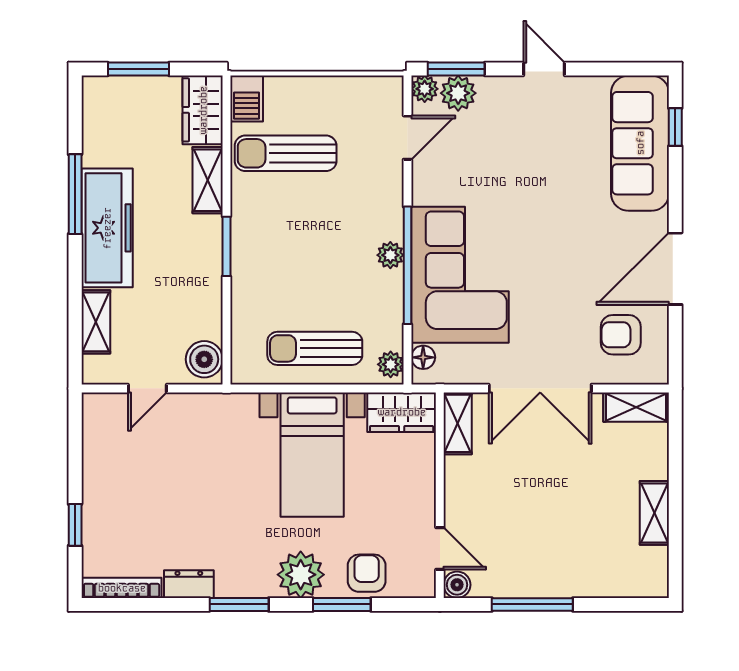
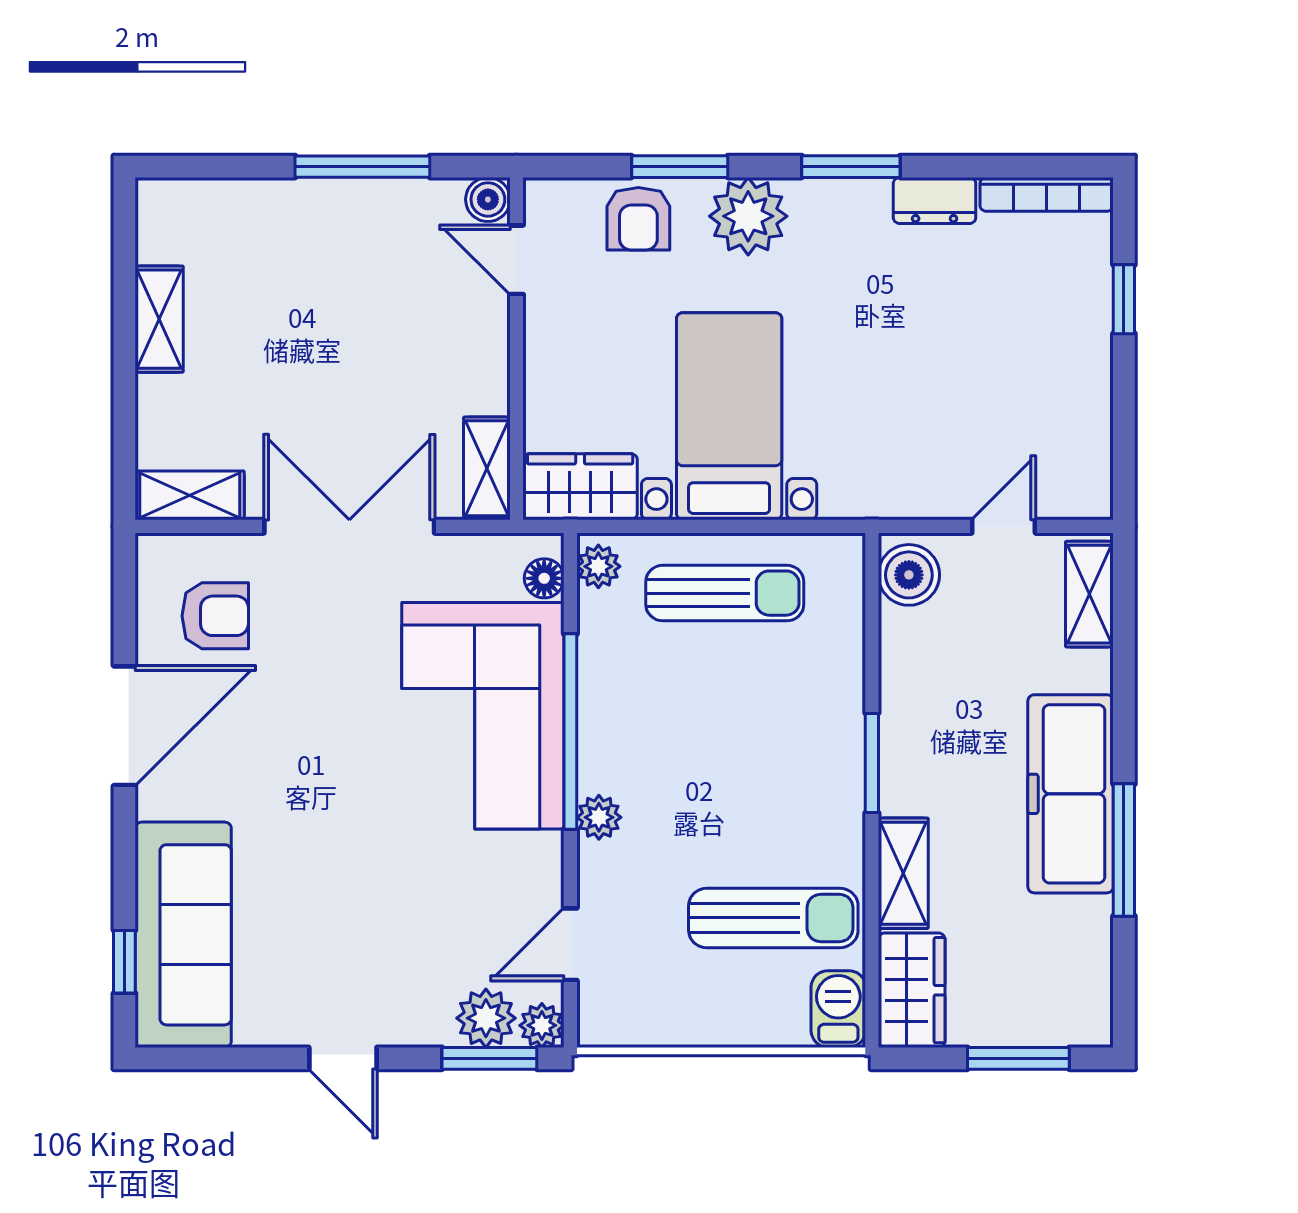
plant: (390, 255) -> (599, 817), moved
shelving: (96, 322) -> (1089, 594), moved

